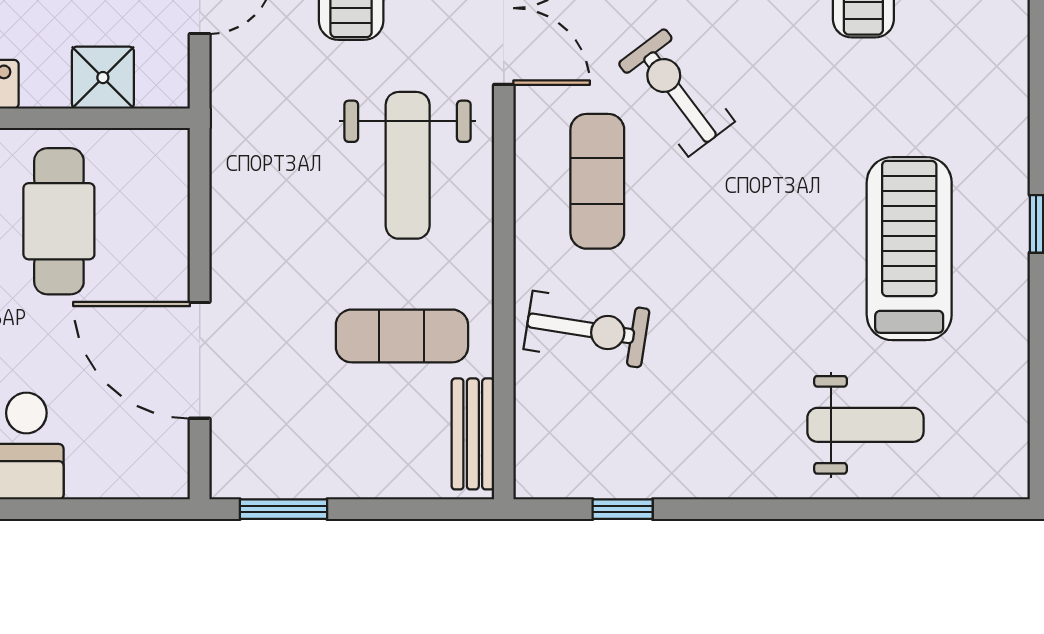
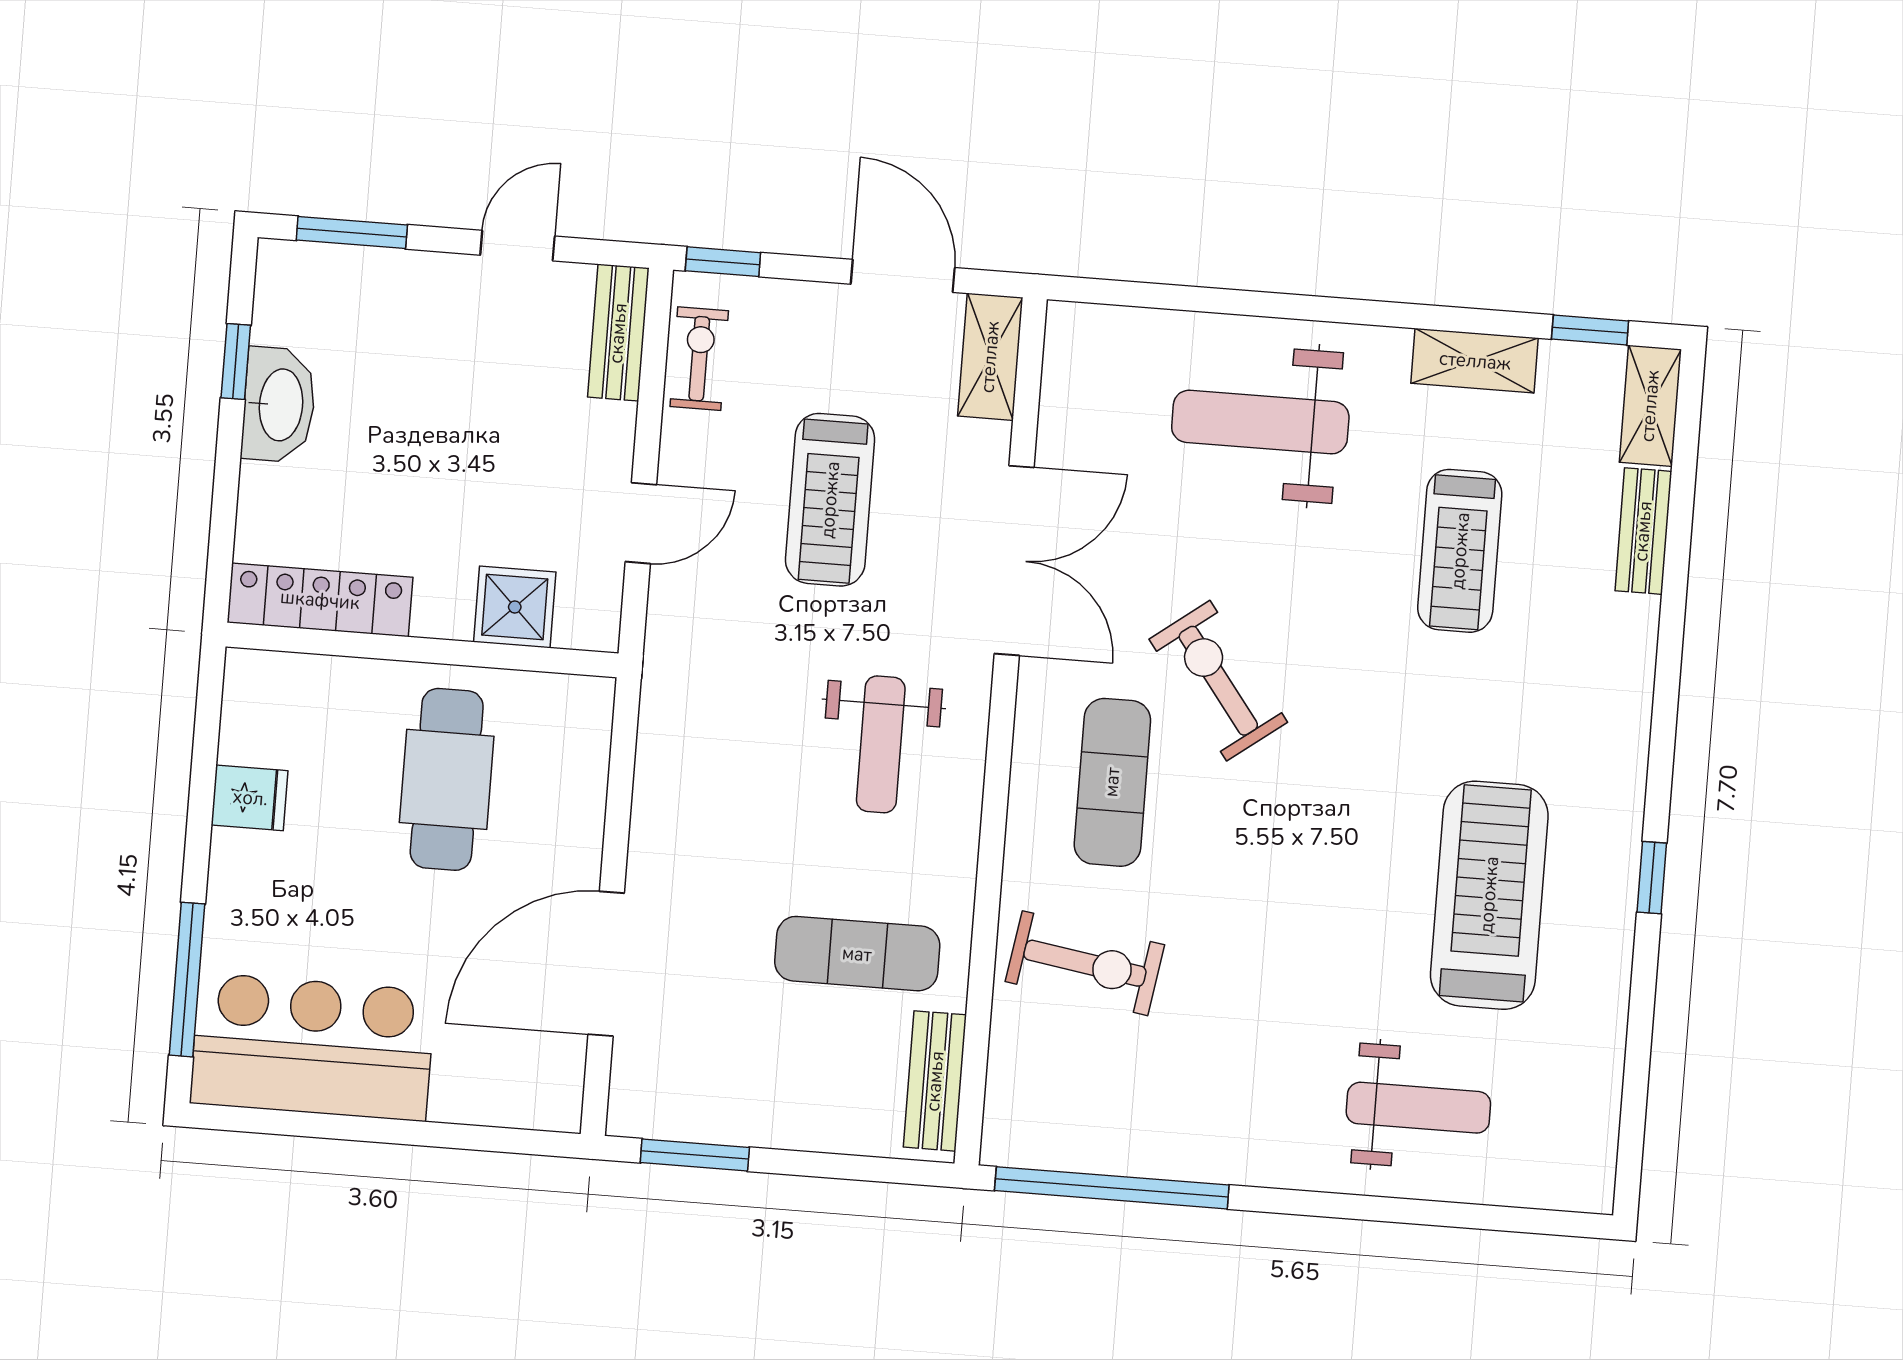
weight bench: (408, 165) -> (881, 744), width x0.73, depth x0.75
door: (200, 360) -> (606, 964), hinge flipped
window: (623, 509) -> (1112, 1188), width x3.17

